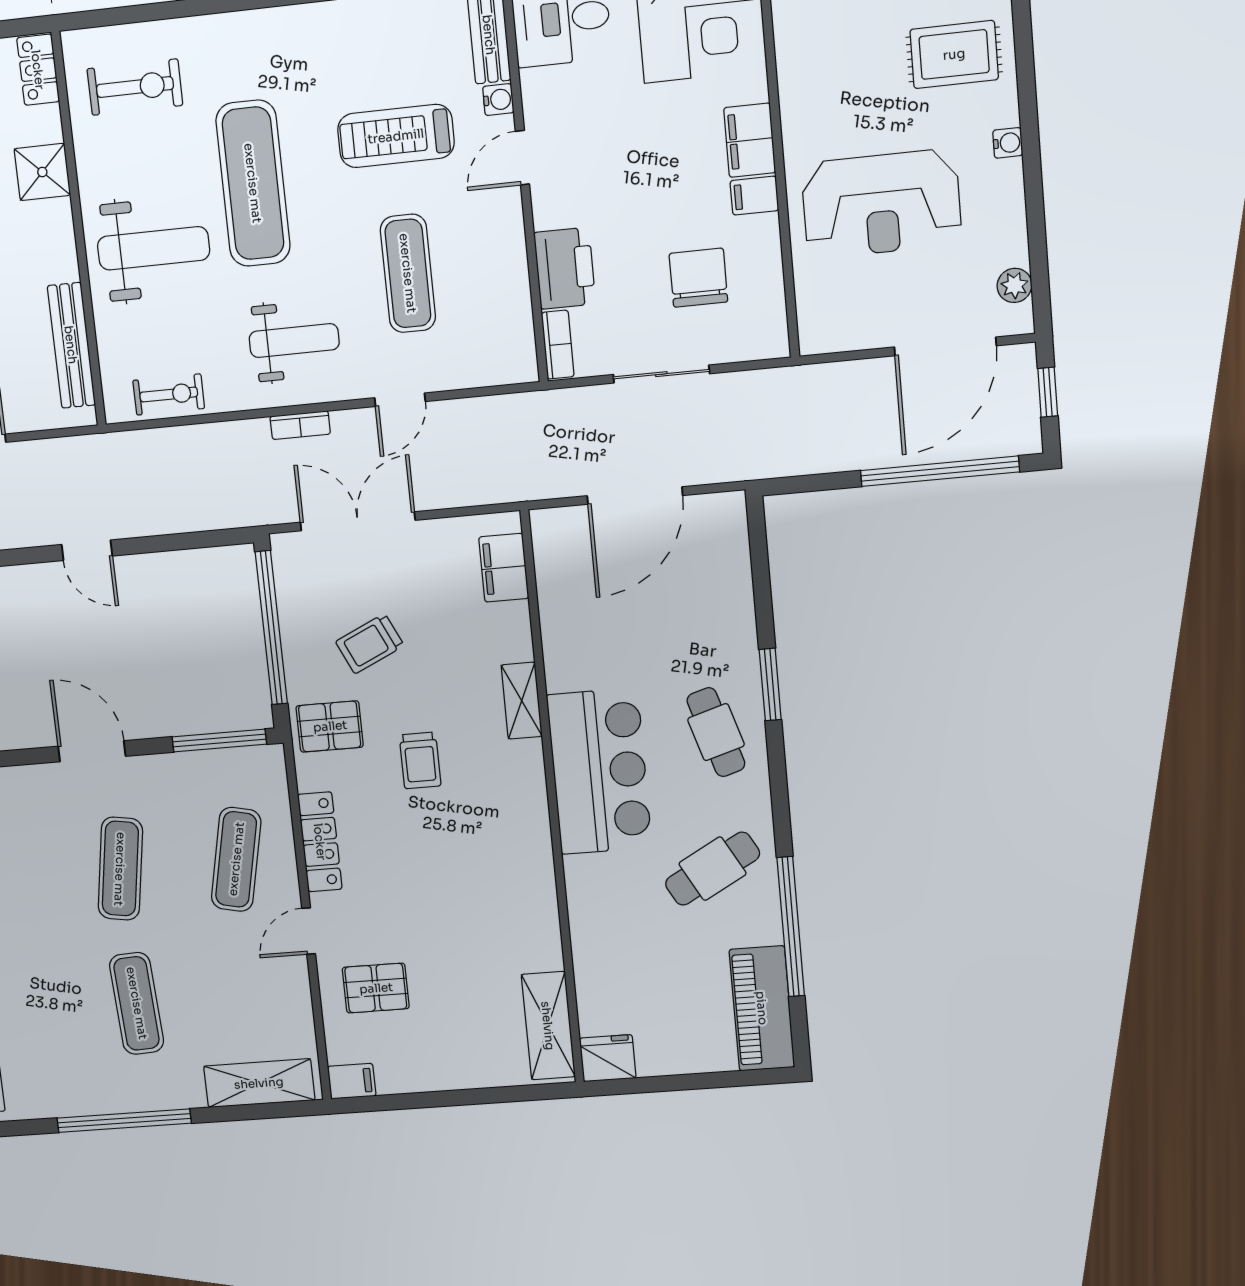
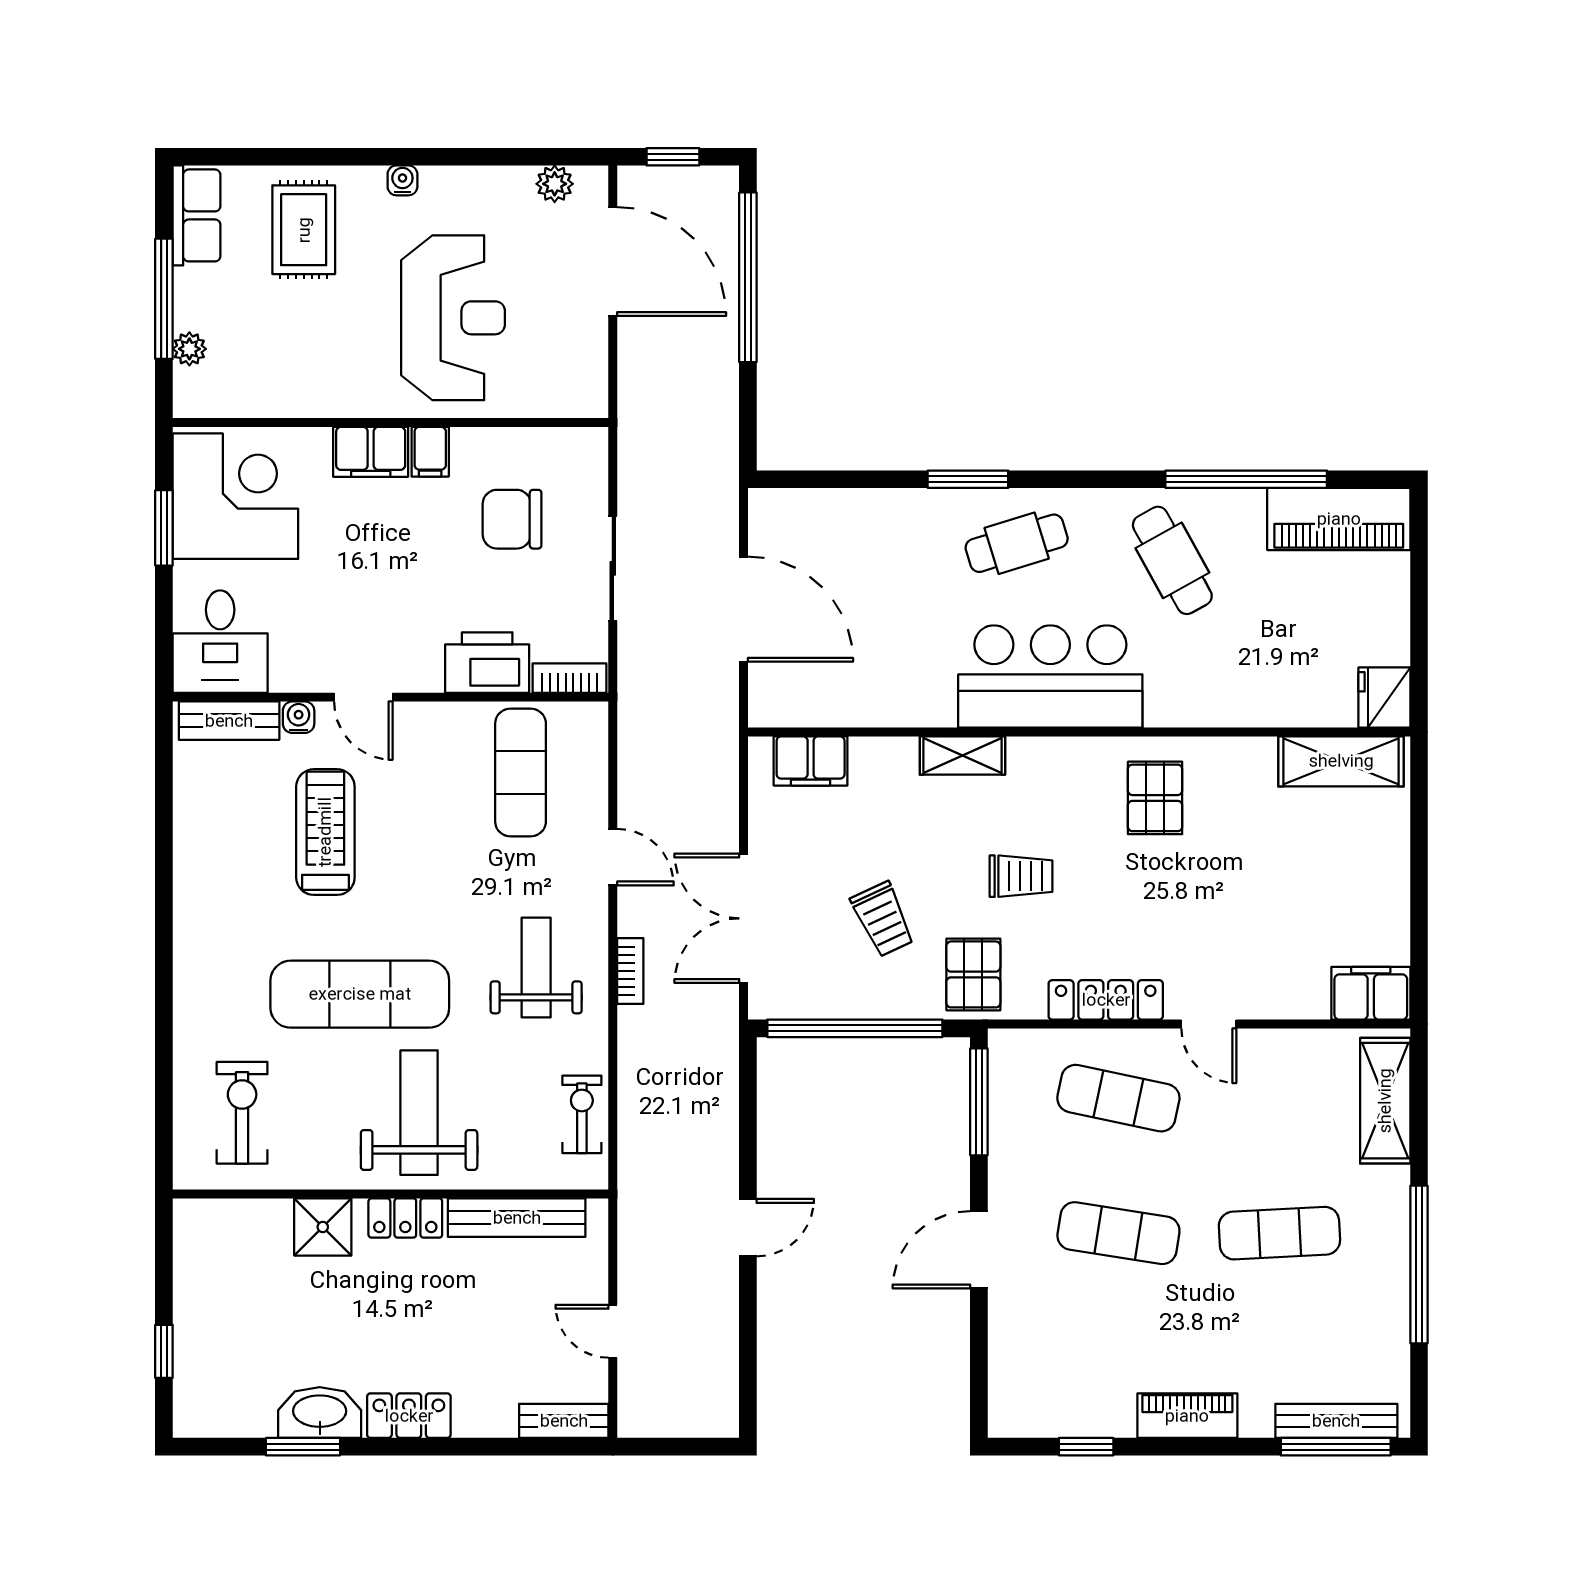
locker: (38, 70) -> (405, 1218), moved
treadmill: (396, 136) -> (325, 832), turned 180
exercise mat: (408, 273) -> (521, 773), moved, turned 90
pallet: (376, 988) -> (1155, 798), moved
filing cabinet: (352, 1081) -> (1371, 993), width x2.00

